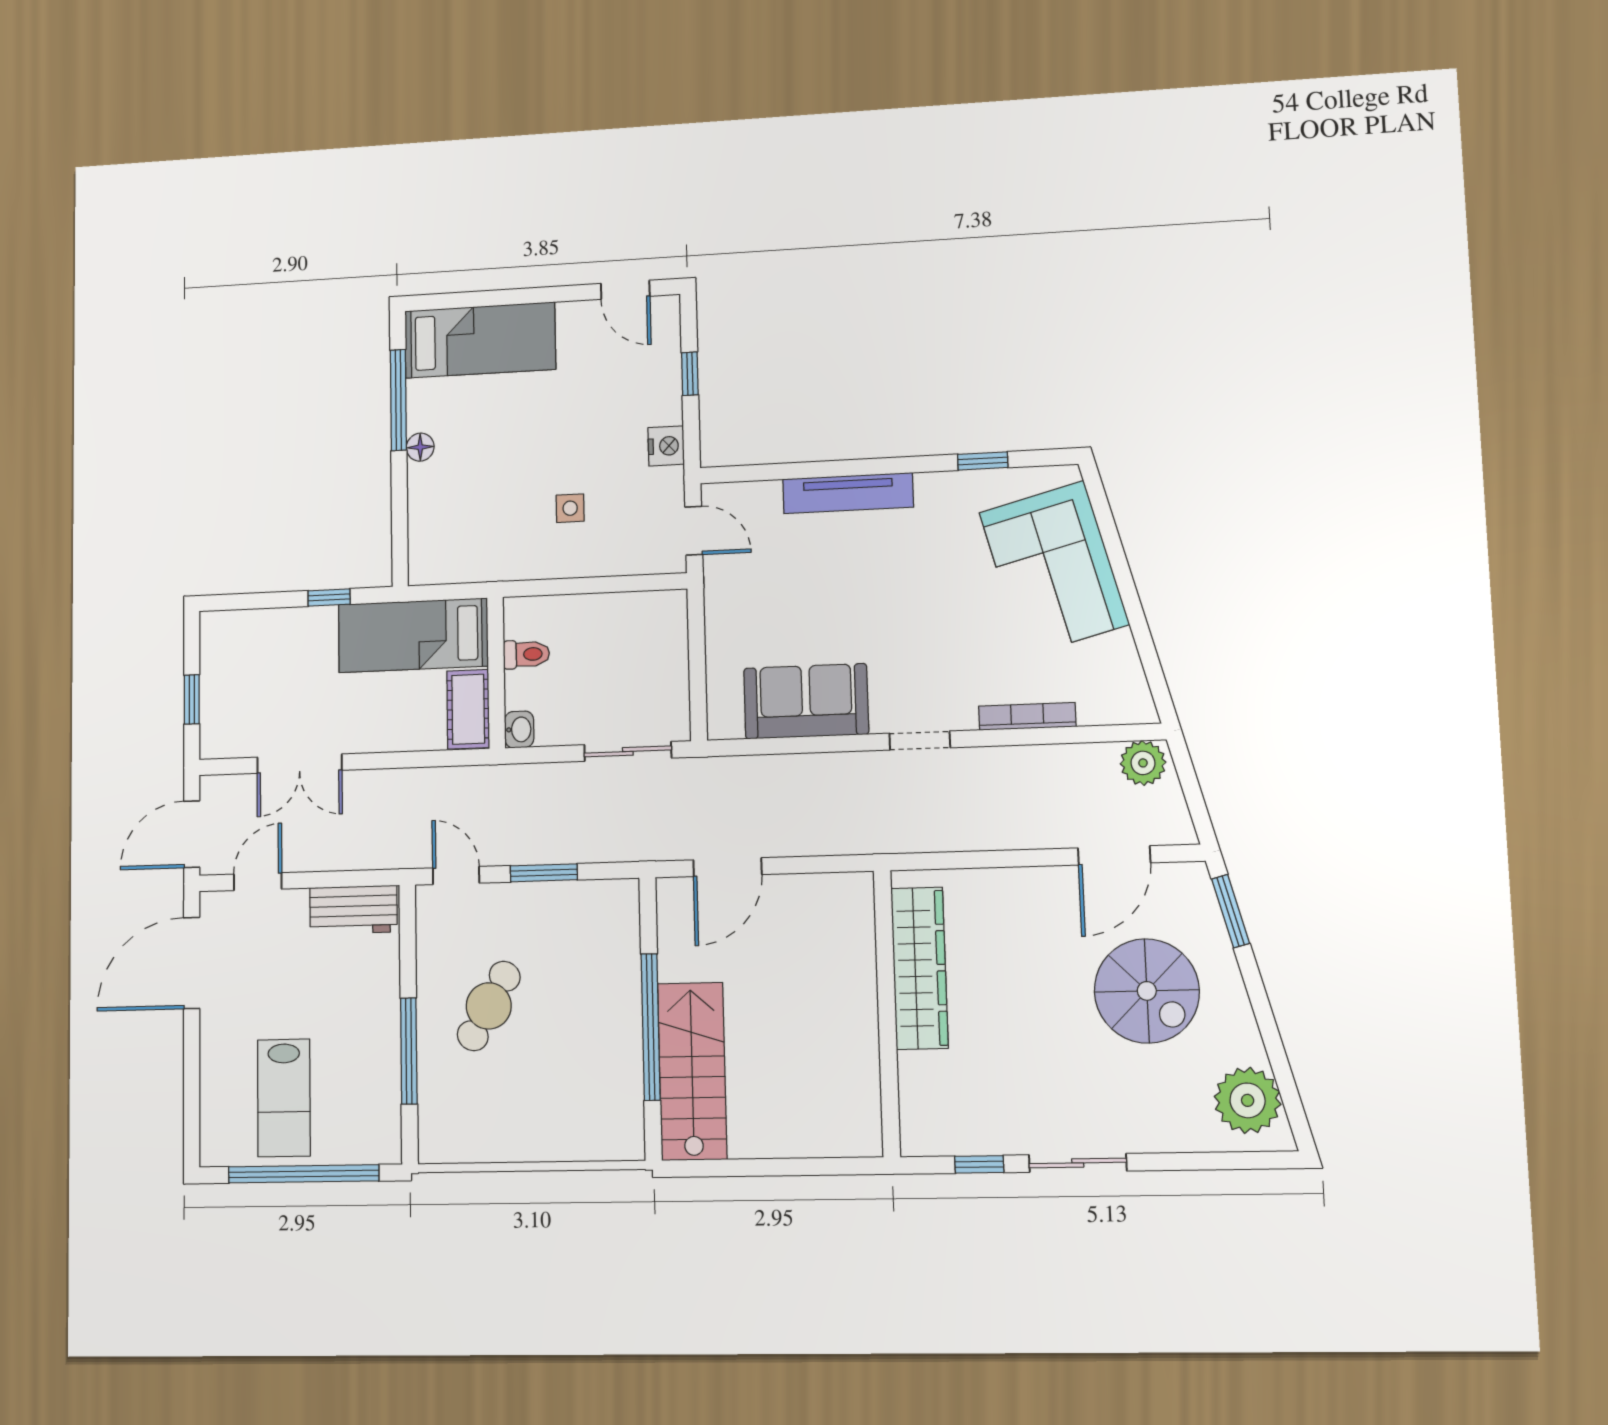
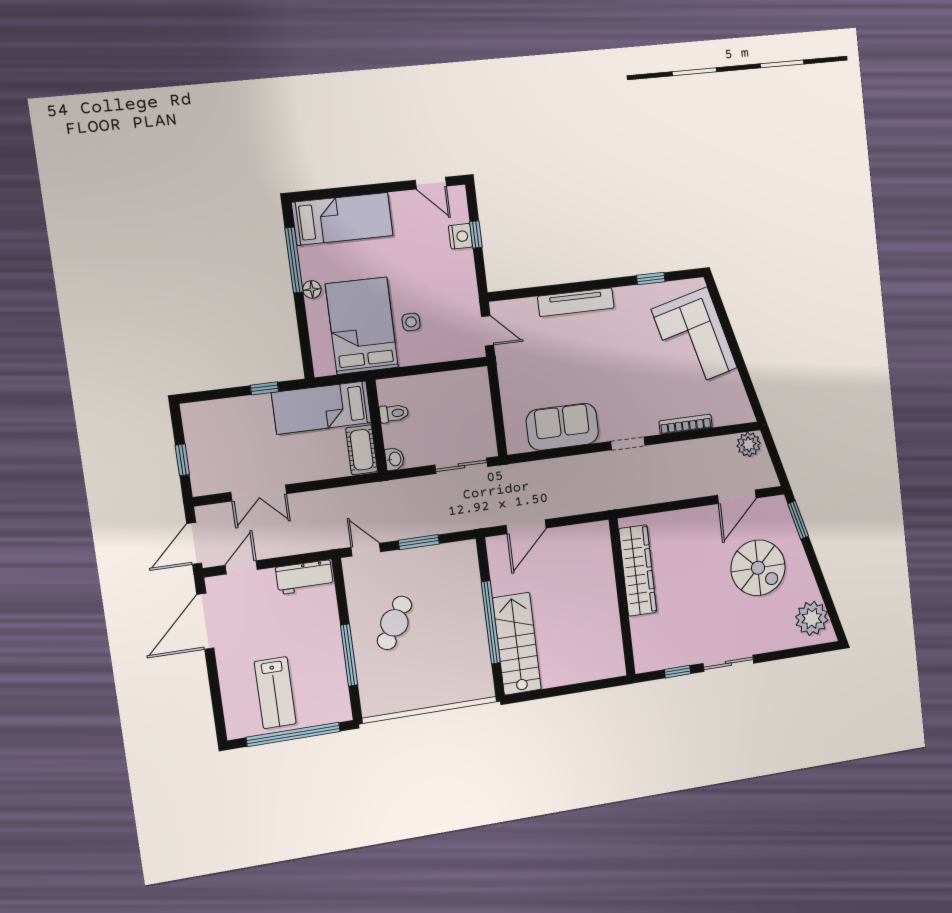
nightstand: (666, 446) -> (461, 236), moved
bed: (491, 509) -> (362, 326), added

